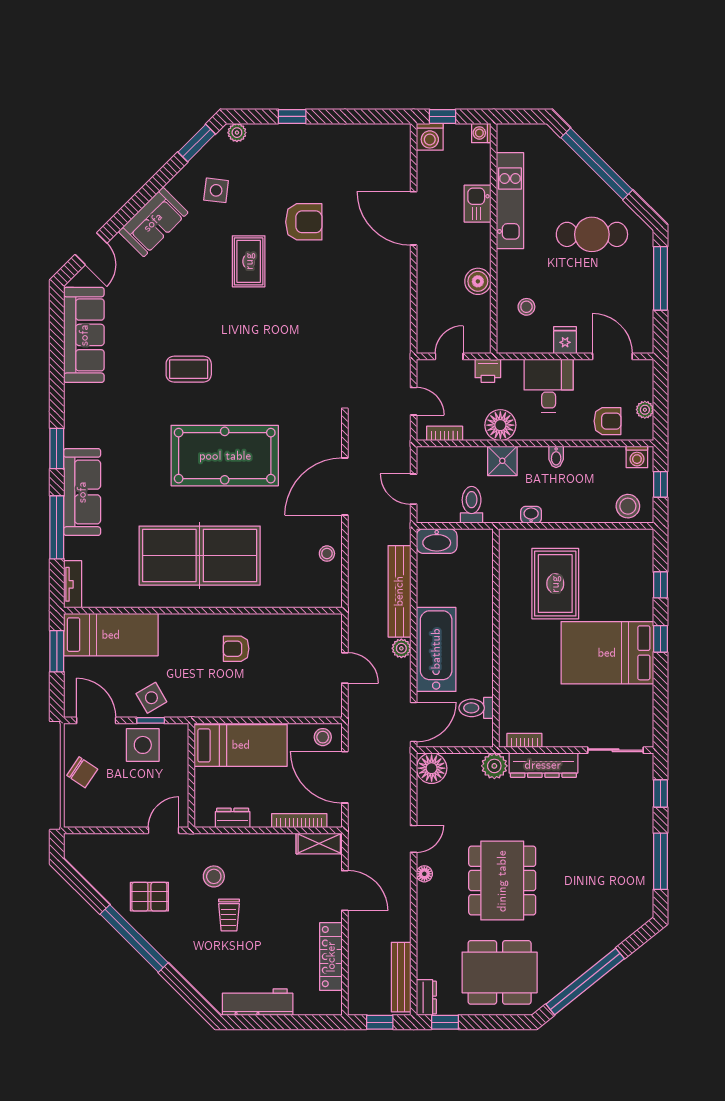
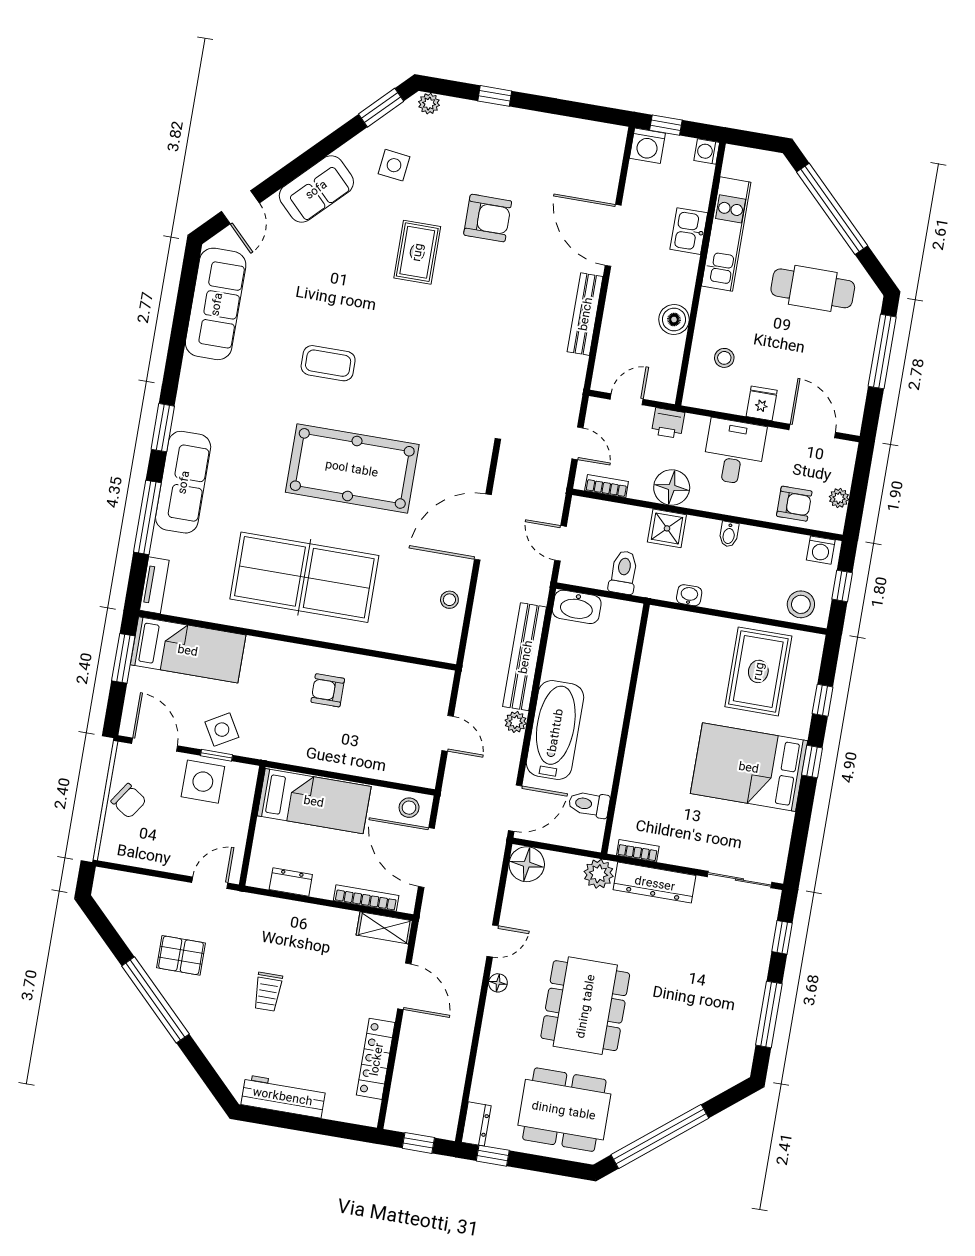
rug: (555, 584) -> (758, 671), moved
stool: (214, 876) -> (258, 945), removed
bench: (401, 977) -> (585, 314), moved

